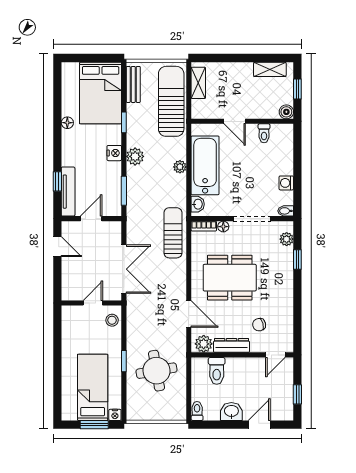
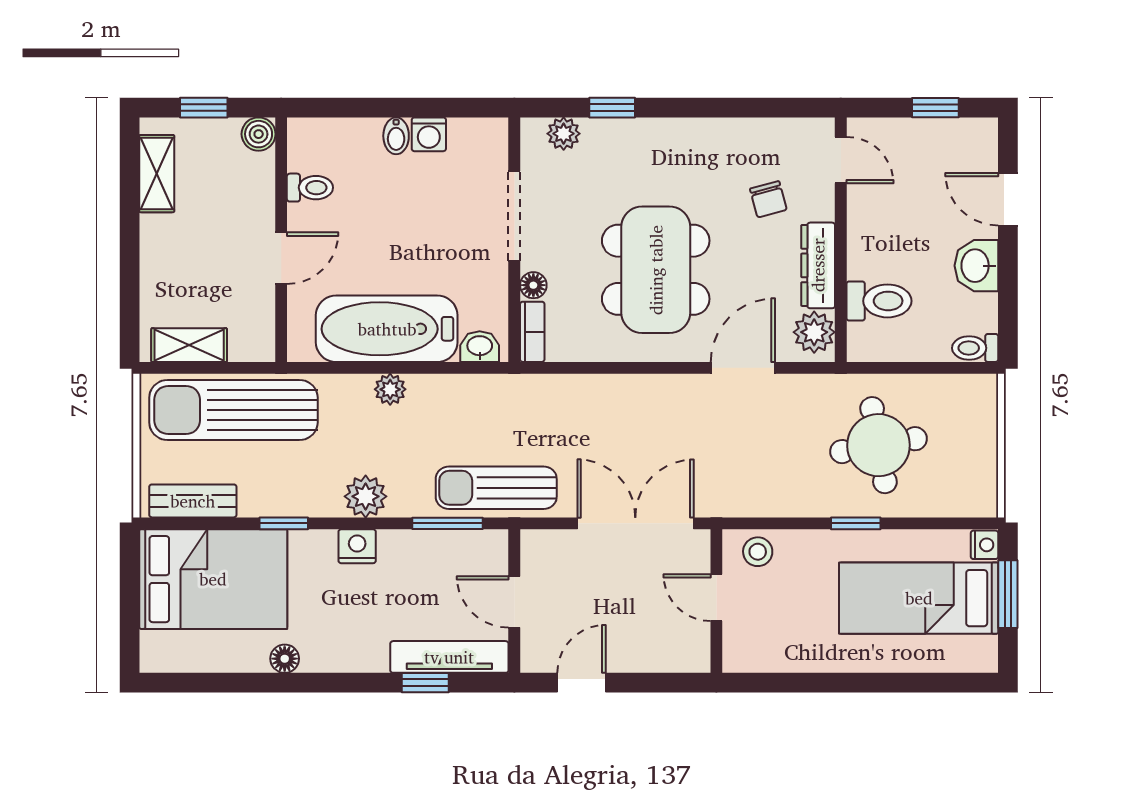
bidet: (286, 211) -> (396, 136), moved
sun lounger: (173, 233) -> (496, 488), moved

